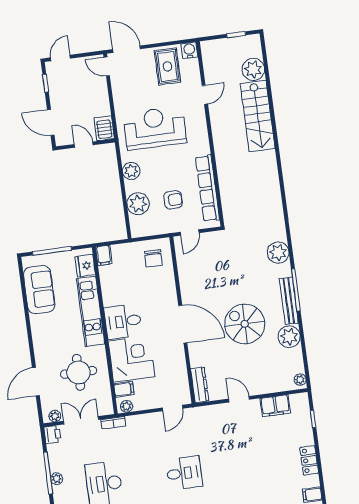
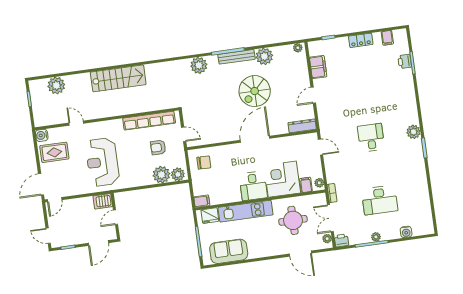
stairs: (258, 116) -> (118, 78), moved
plant: (131, 171) -> (178, 174), moved
armchair: (173, 200) -> (158, 147), turned -90

